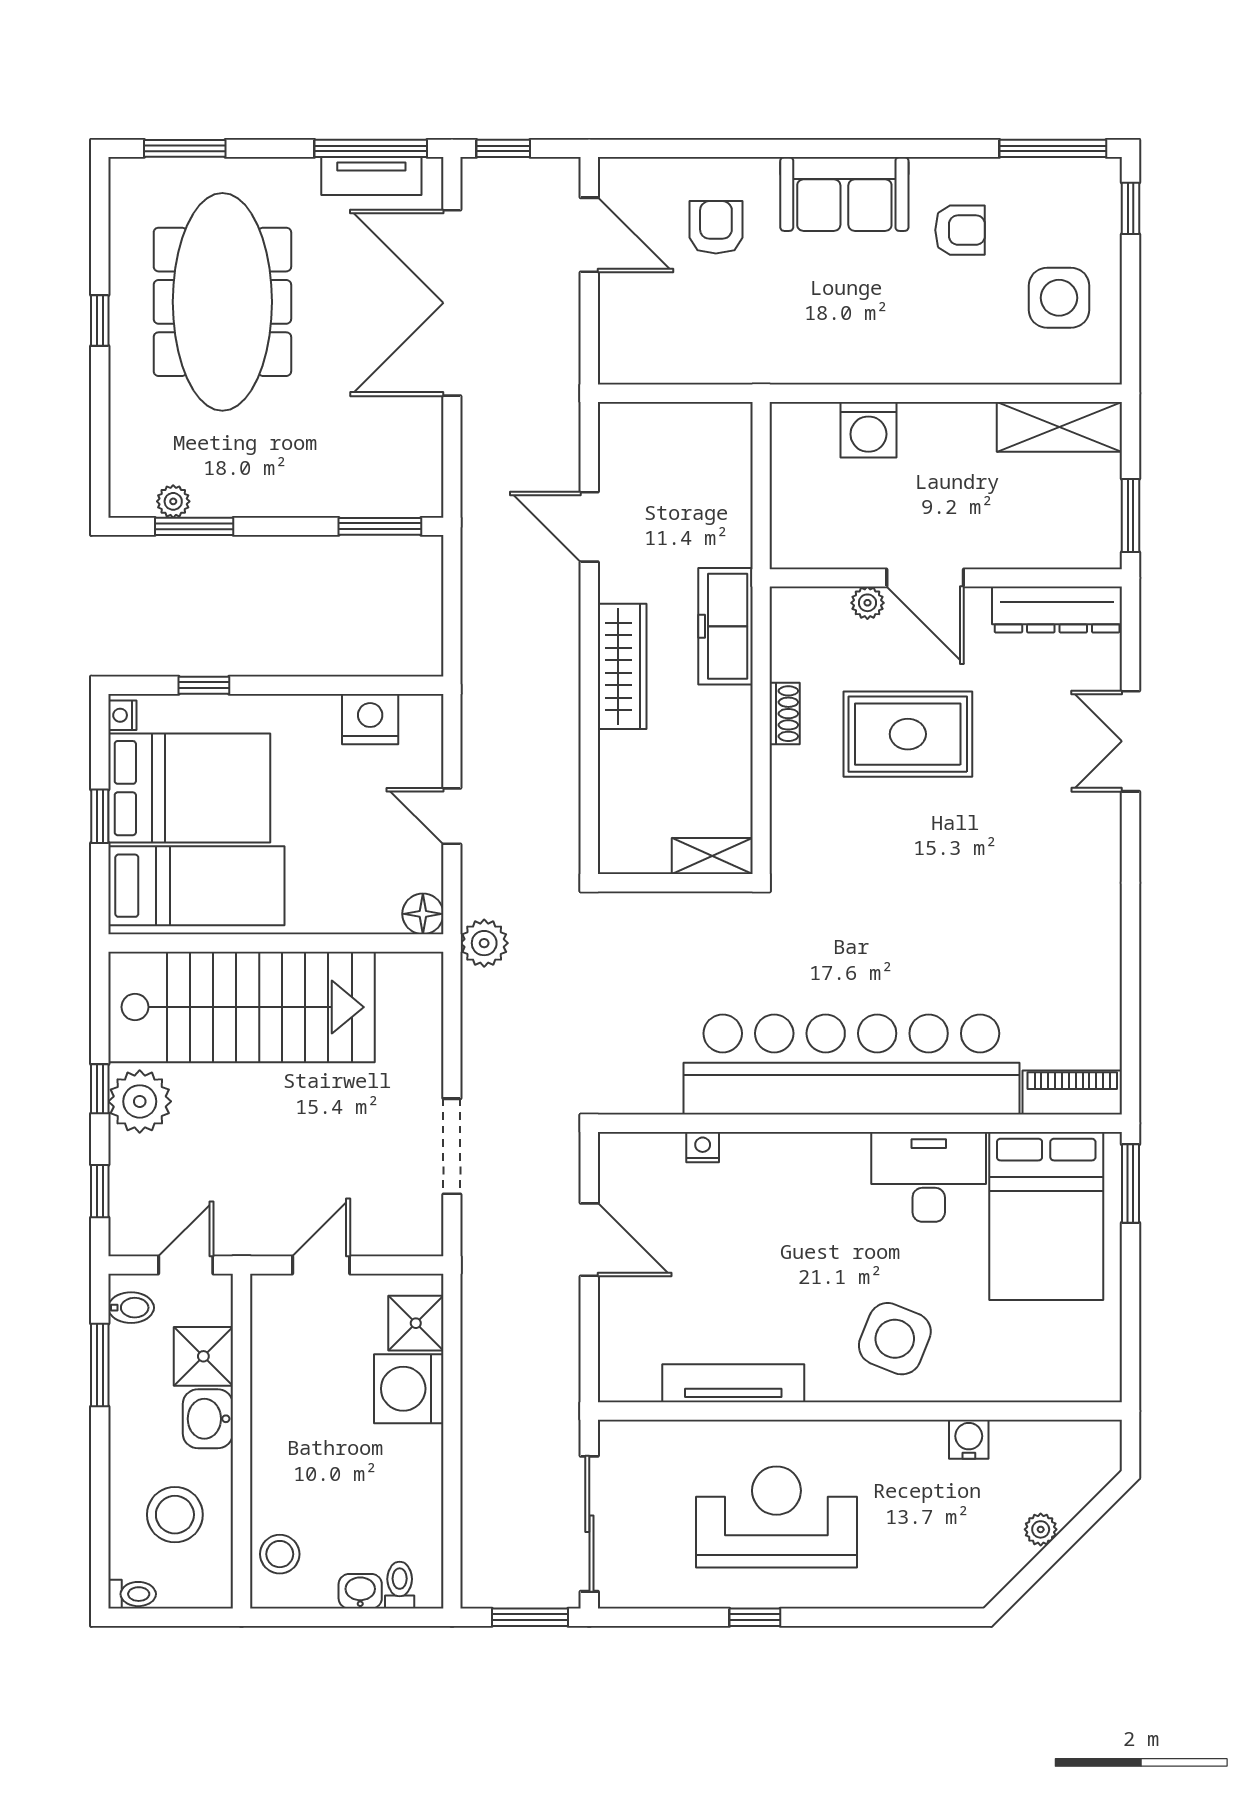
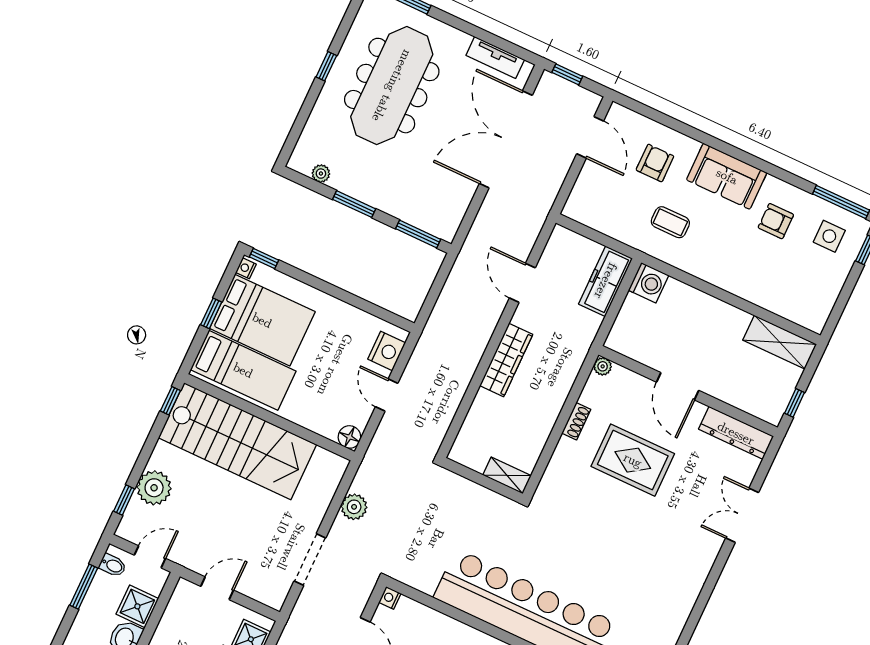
window: (371, 148) -> (501, 44), removed
armchair: (960, 230) -> (776, 221), turned 180
side table: (1059, 298) -> (829, 236), moved, width x0.73, depth x0.73
coffee table: (787, 313) -> (670, 222), added
washing machine: (868, 430) -> (649, 283), moved, turned -90
window: (1130, 516) -> (794, 403), width x0.67
window: (194, 526) -> (354, 204), moved
plant: (867, 603) -> (603, 366), moved
freezer: (725, 626) -> (606, 281), moved
window: (204, 685) -> (264, 259), moved
nightstand: (370, 719) -> (387, 351), moved, turned 90
plant: (484, 943) -> (354, 507), moved
window: (100, 1089) -> (170, 401), moved
plant: (140, 1101) -> (154, 488), moved
nightstand: (703, 1147) -> (390, 598), moved, turned -90

